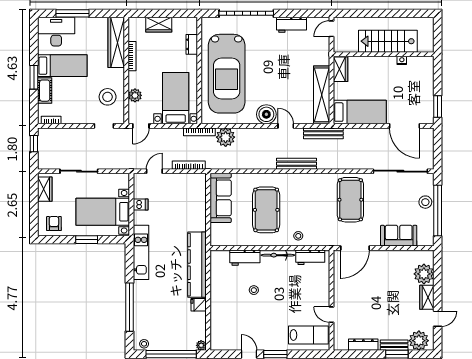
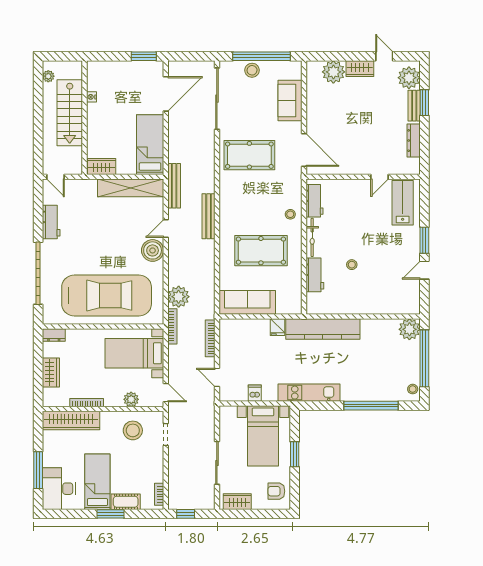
plant: (420, 22) -> (48, 76), added
dresser: (192, 44) -> (54, 335), moved
fridge: (199, 305) -> (277, 327), moved
plant: (201, 345) -> (409, 329), width x1.88, depth x1.88

